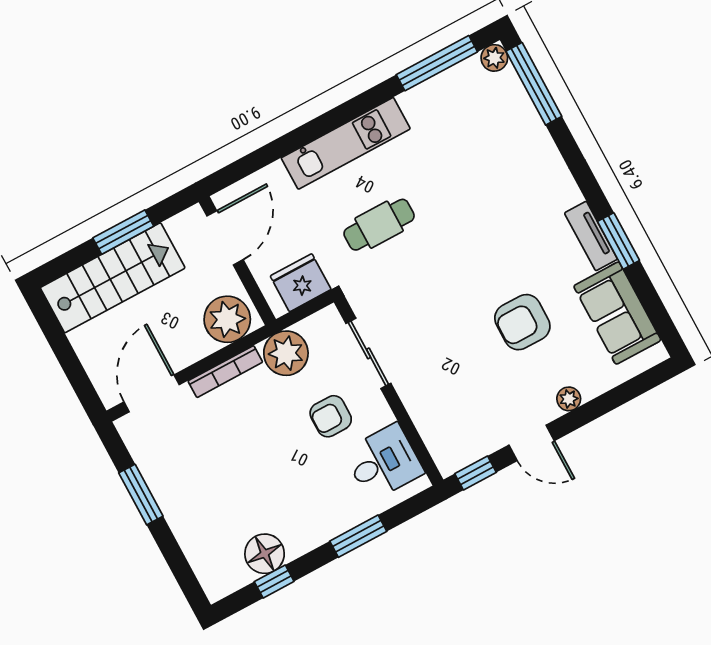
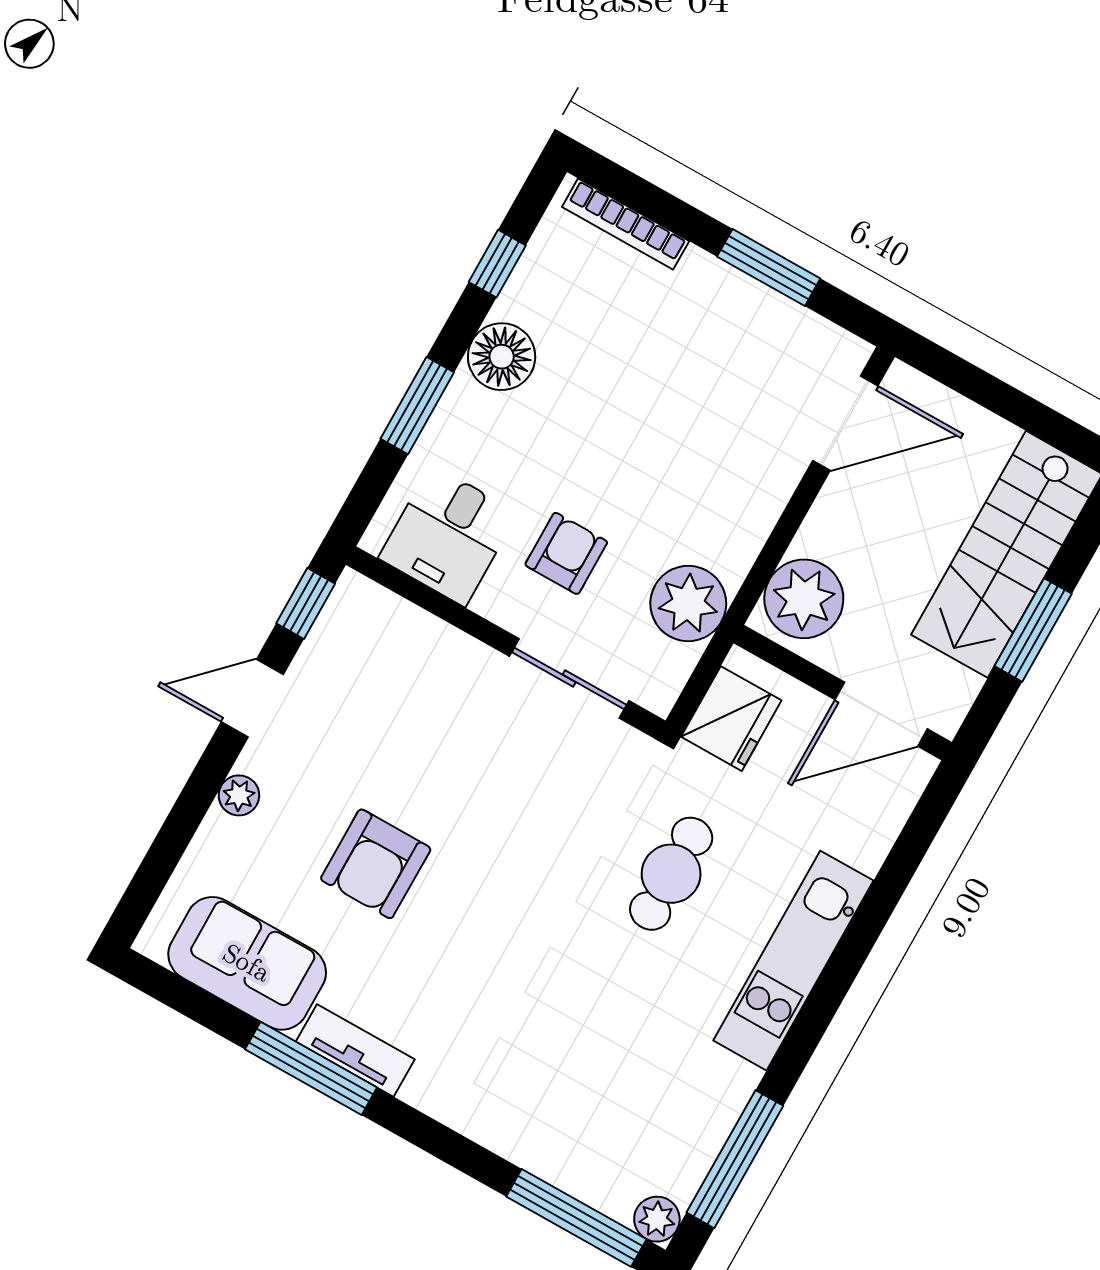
door: (225, 238) -> (881, 714), hinge flipped
window: (619, 241) -> (311, 1068), width x1.44
armchair: (522, 322) -> (376, 864), turned 180
bookcase: (225, 372) -> (626, 224), moved, turned -90
door: (152, 393) -> (845, 423), hinge flipped
floor lamp: (265, 554) -> (502, 357), moved

